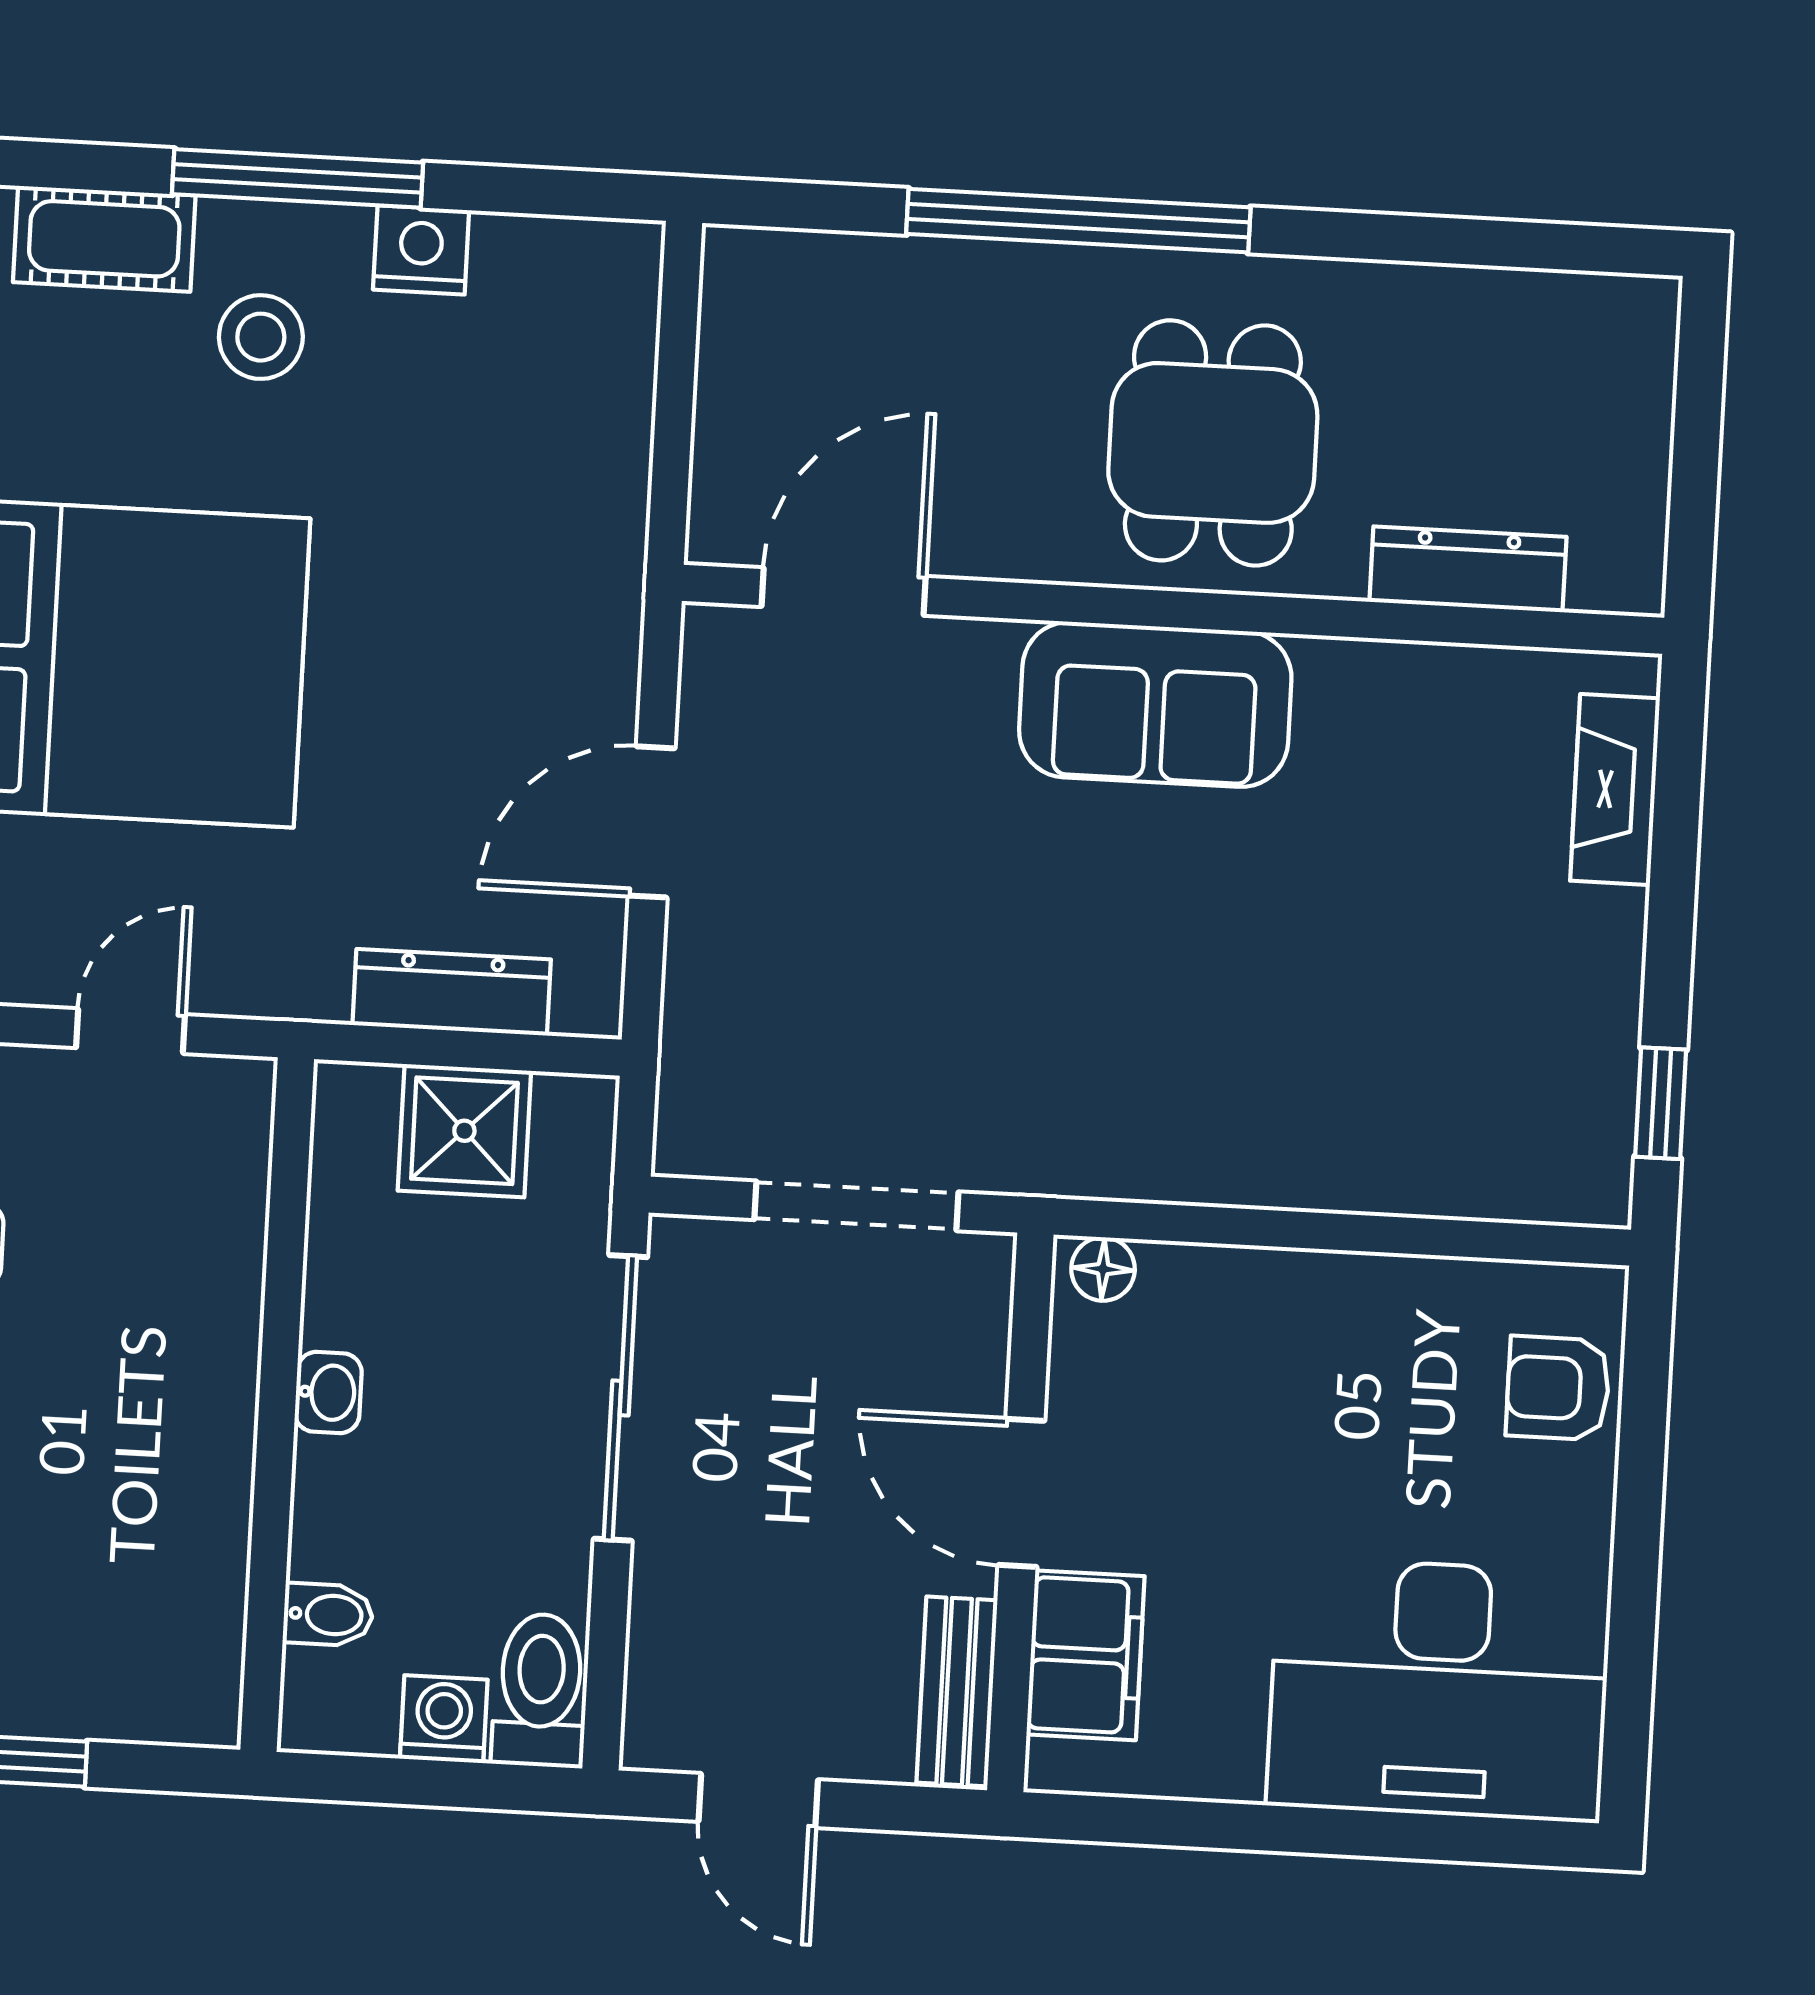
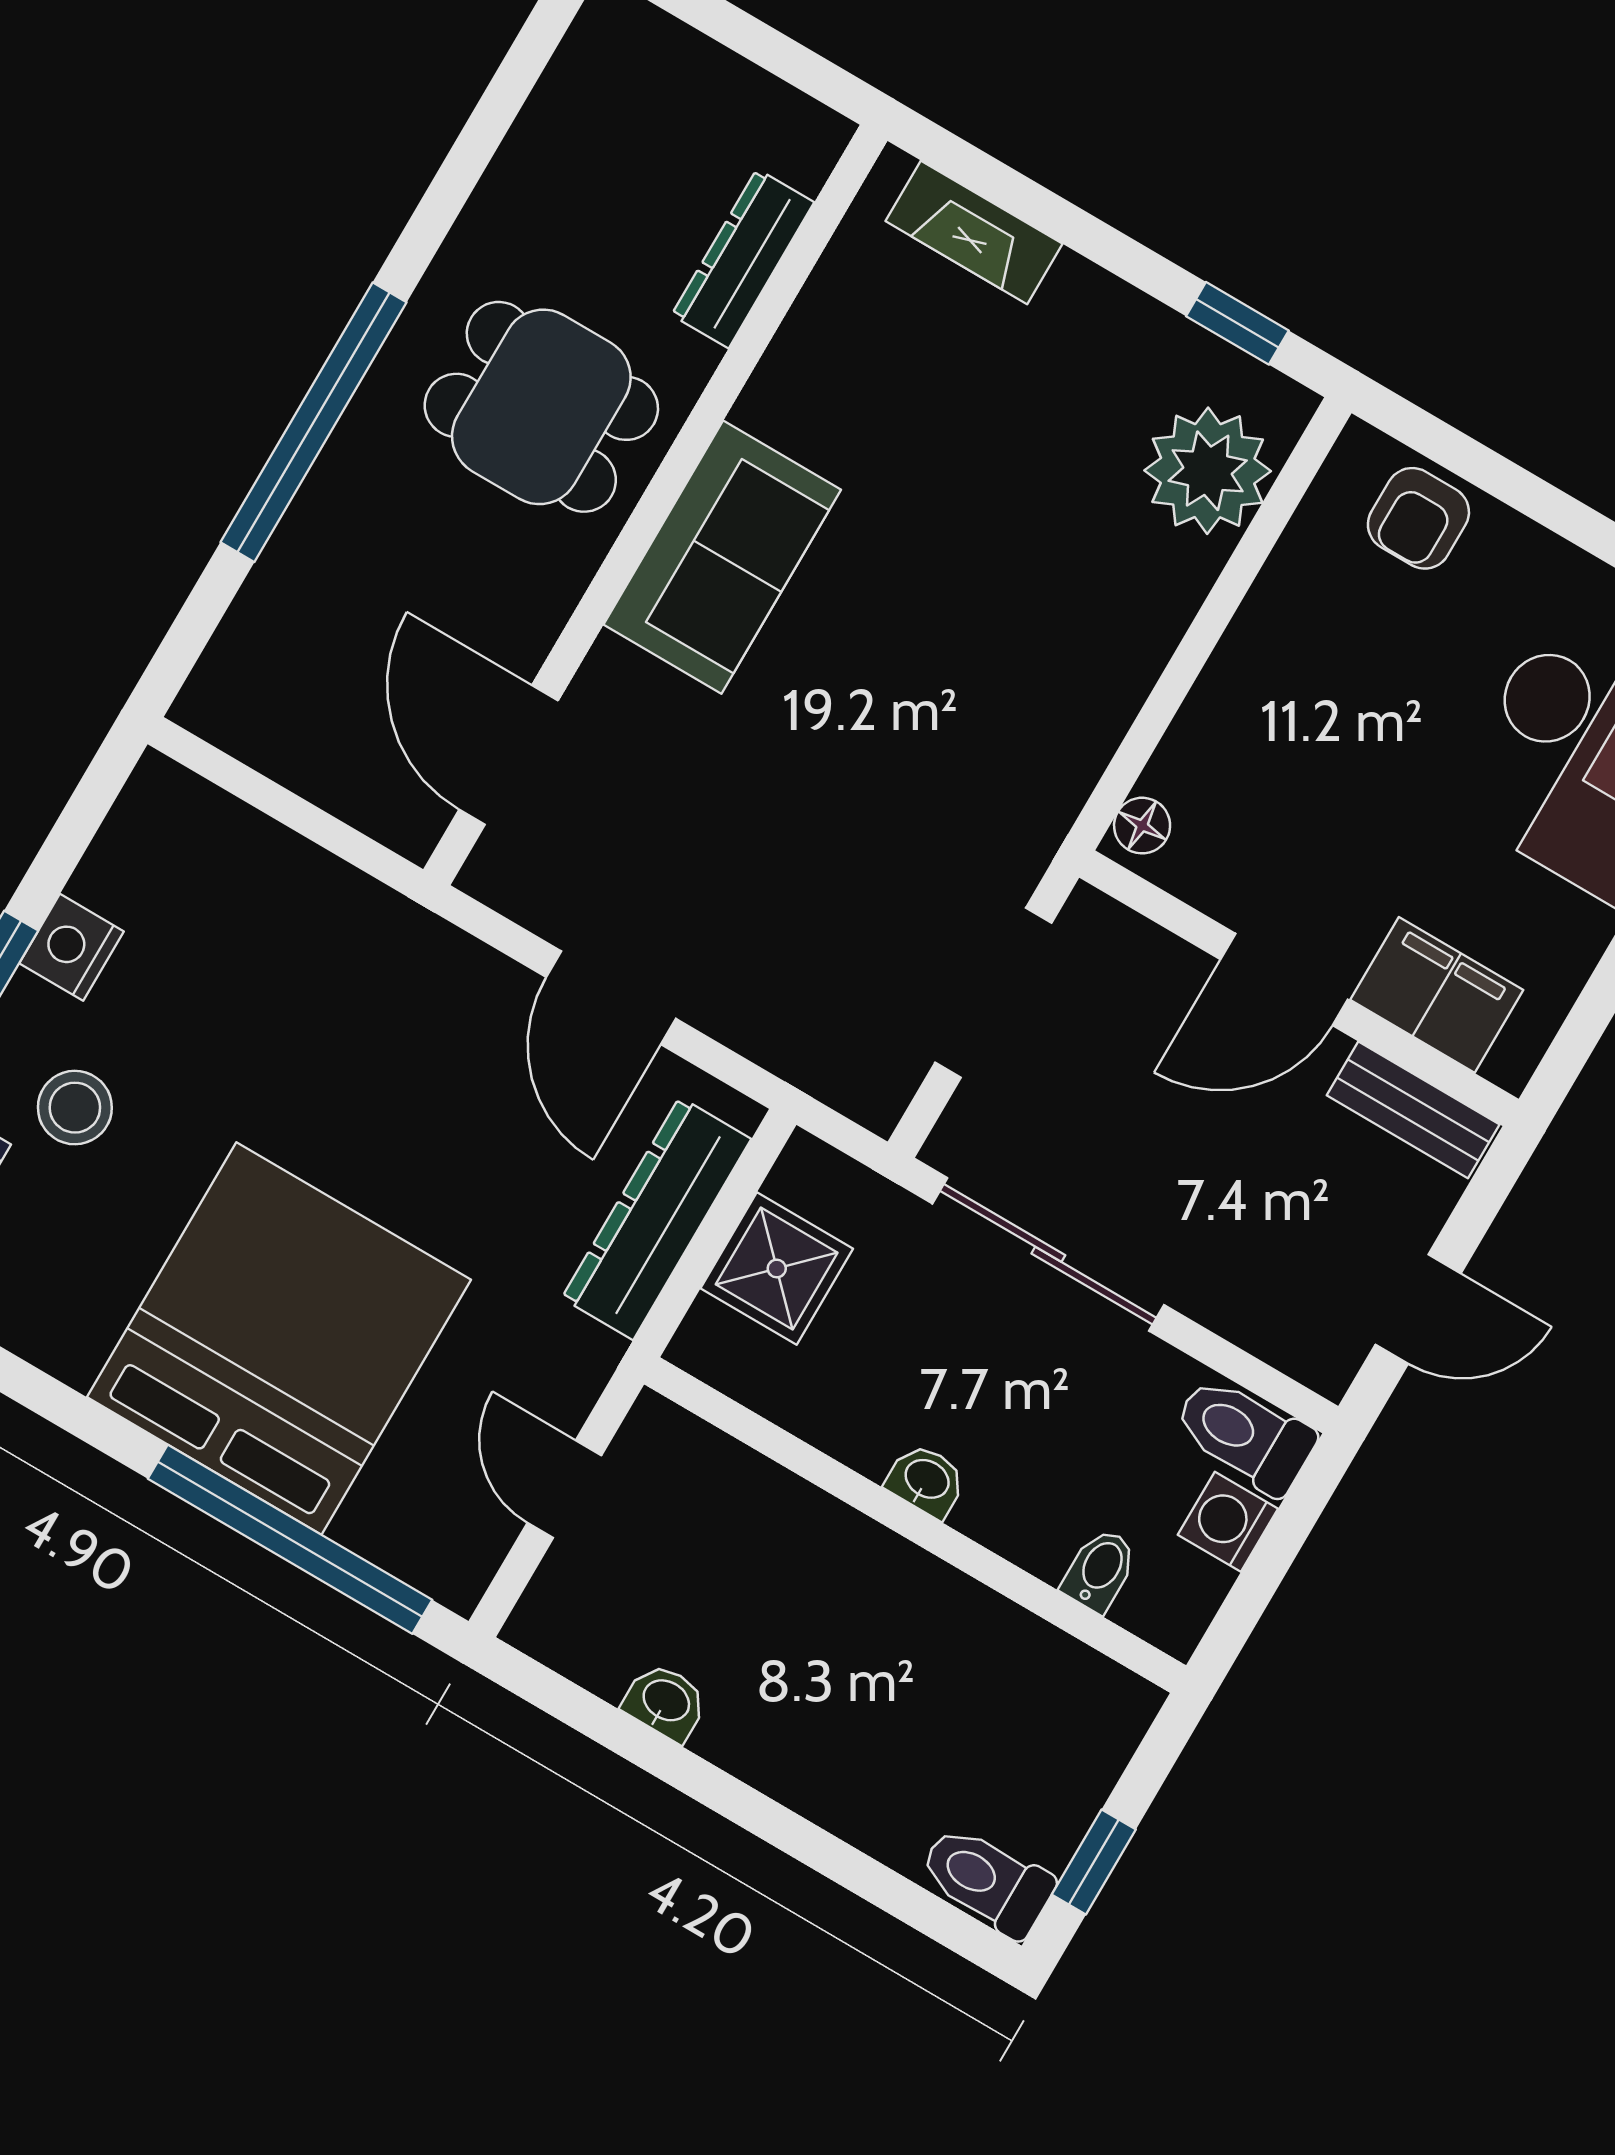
dresser: (452, 992) -> (656, 1218), width x1.37, depth x1.24
plant: (1496, 1150) -> (1208, 471), added

